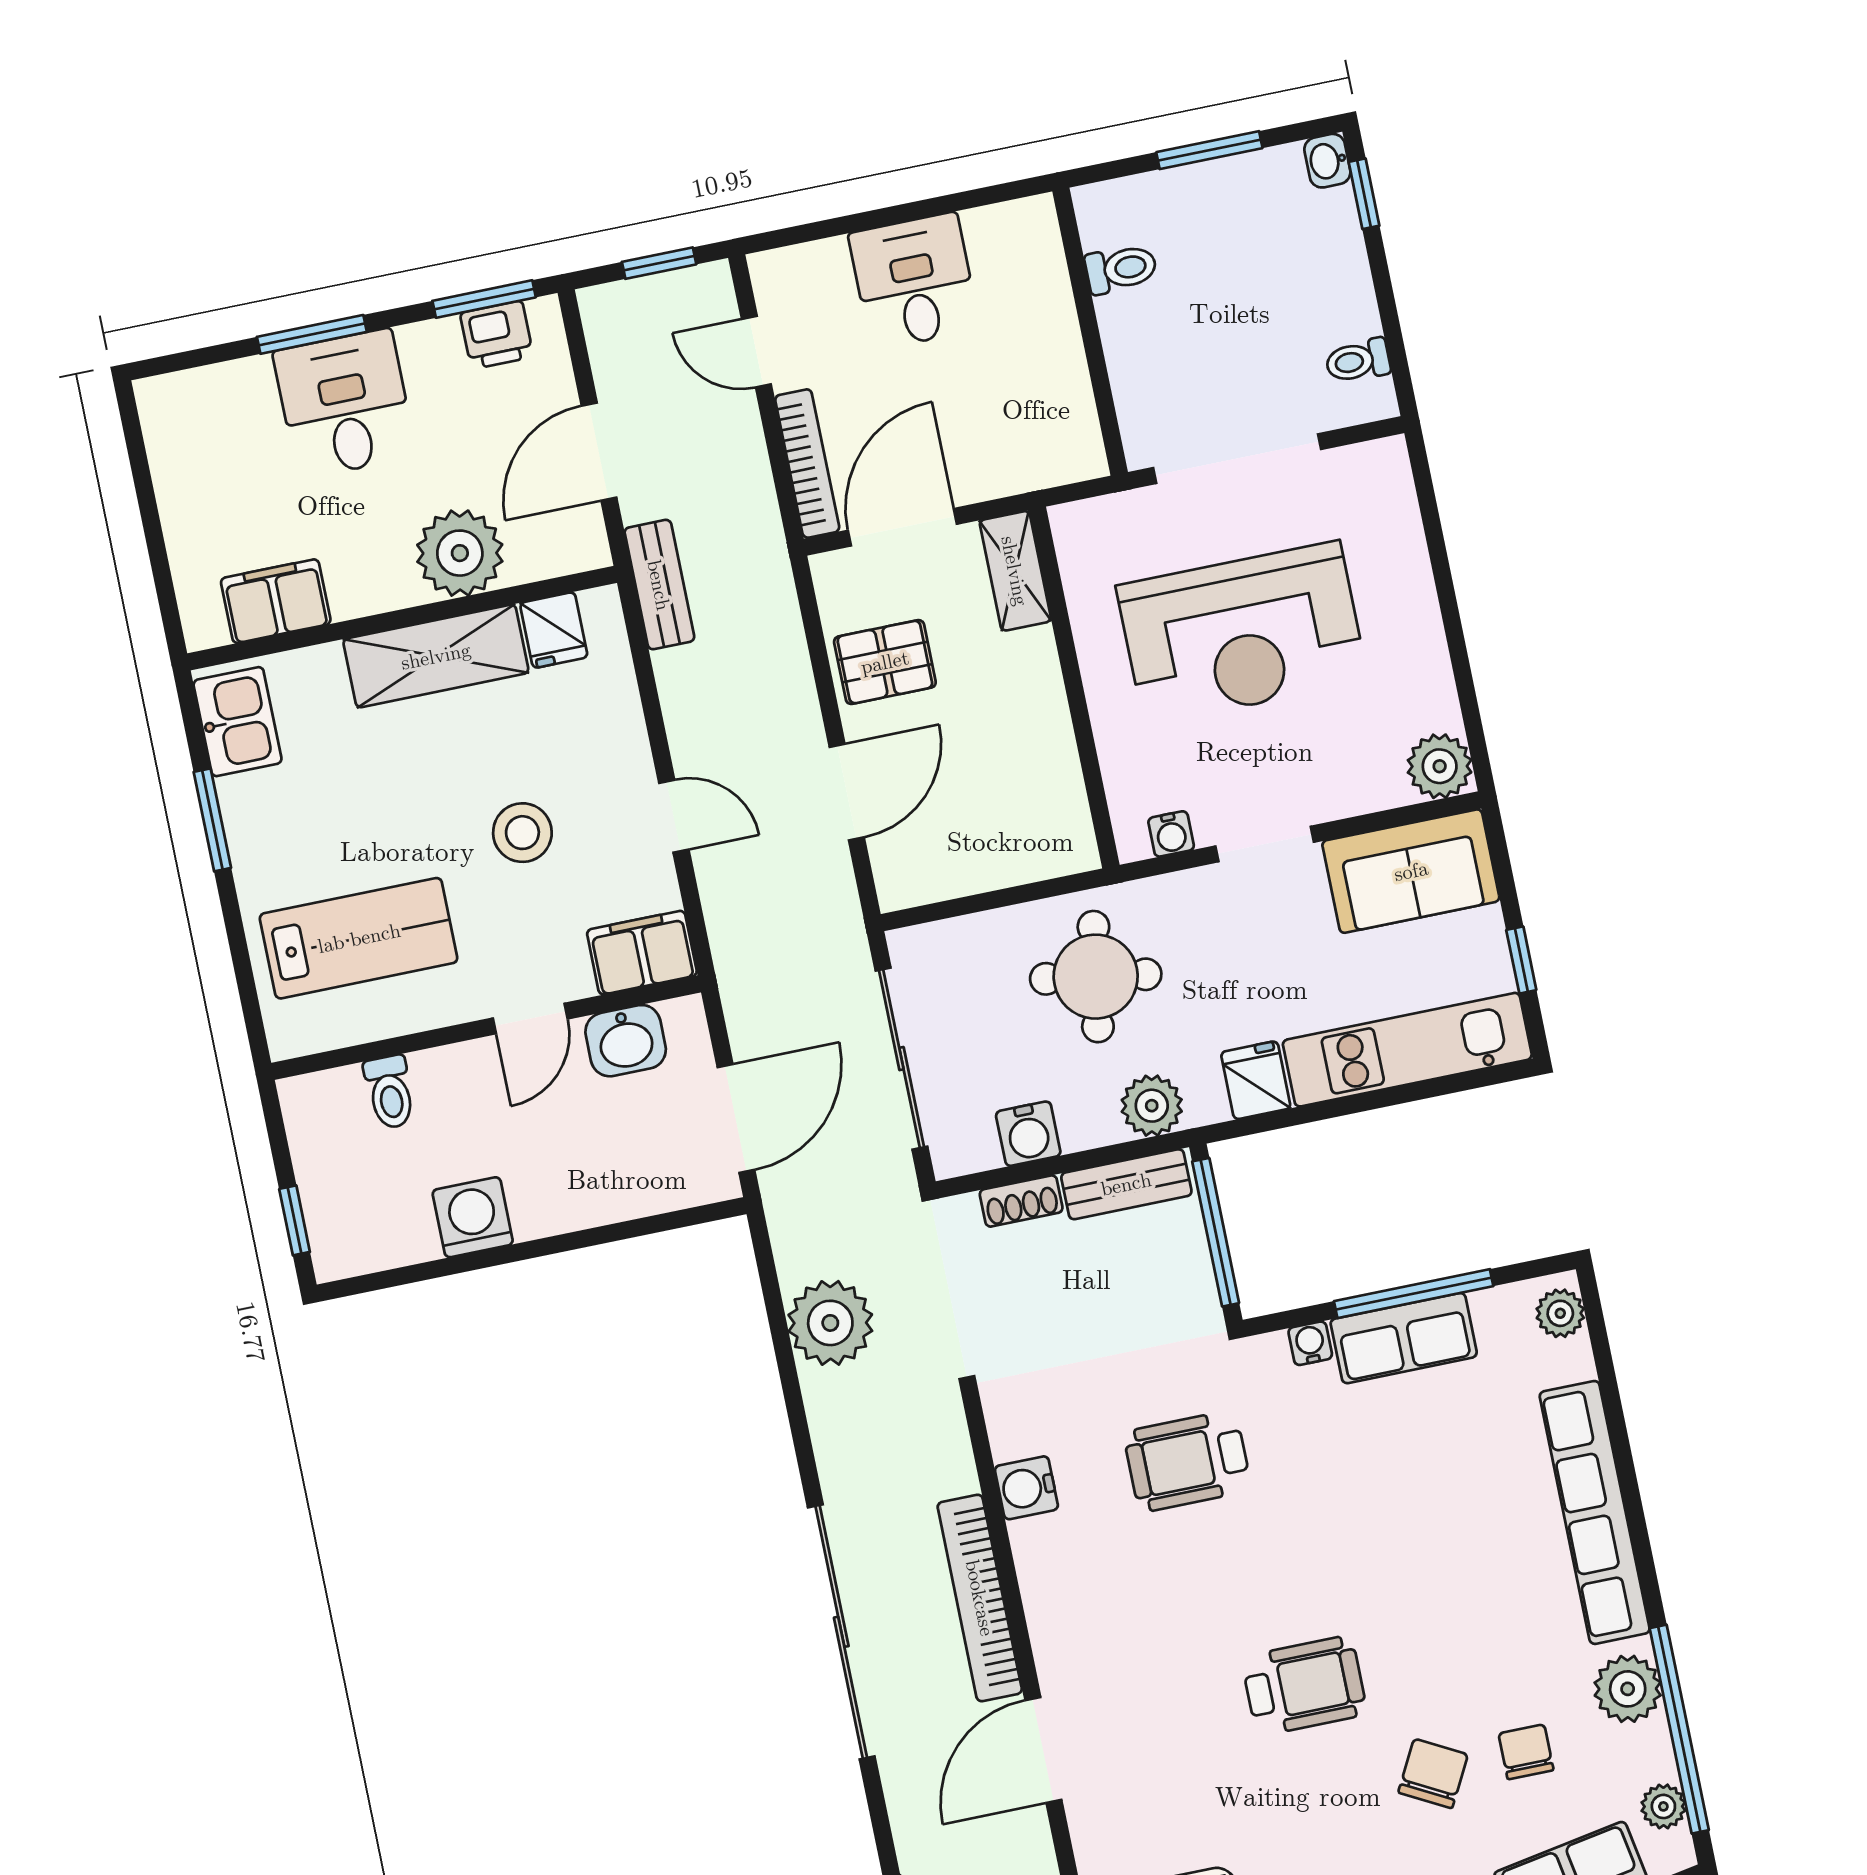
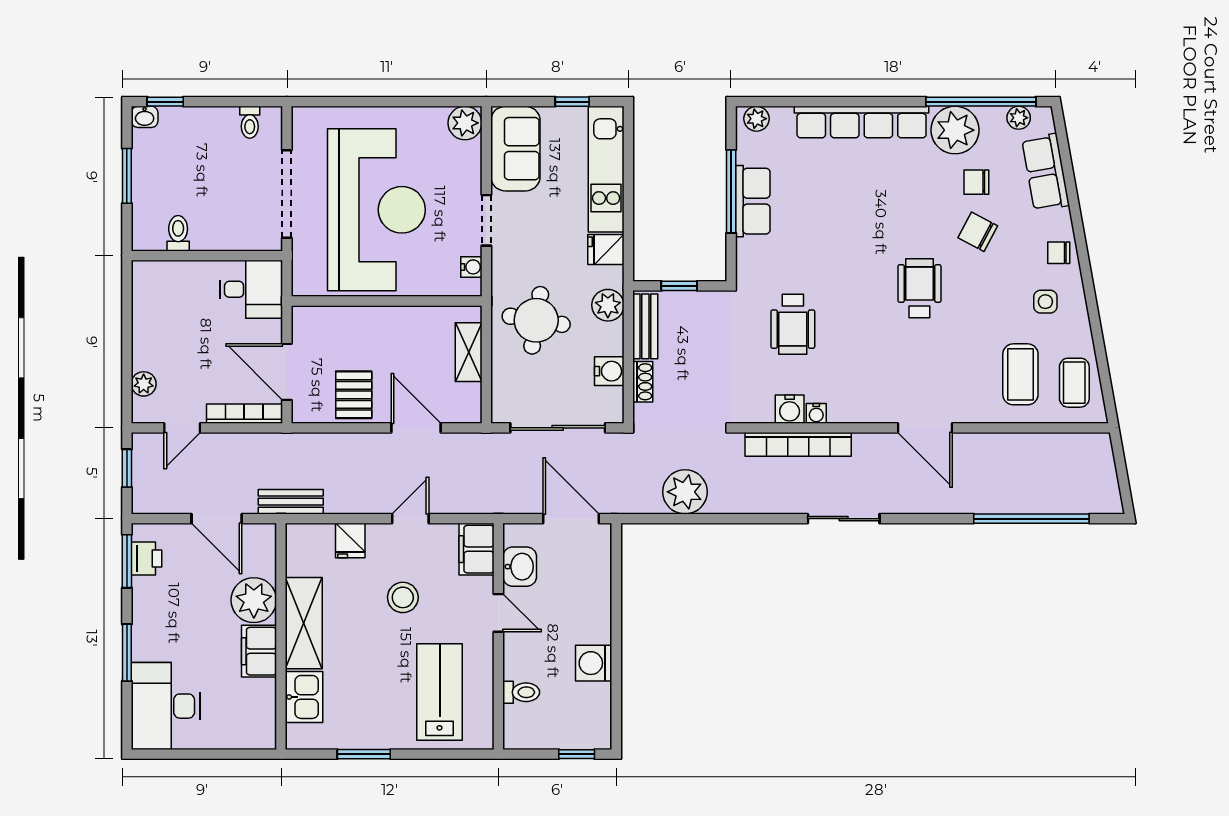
plant: (824, 262) -> (144, 384), added
desk: (914, 281) -> (251, 289), moved, turned 180
desk: (345, 404) -> (166, 706), moved, width x1.37
shelving: (1015, 571) -> (469, 352), moved, turned 90
filing cabinet: (276, 601) -> (259, 651), moved
fridge: (554, 630) -> (350, 541), moved, turned 90
reception desk: (1242, 633) -> (376, 210), width x1.36, depth x1.30
kitchen sink: (238, 722) -> (304, 697), moved, turned 90
window: (1216, 1232) -> (679, 286), width x0.46
water cooler: (1310, 1343) -> (816, 413), moved, turned -90
bookcase: (980, 1598) -> (798, 444), moved
sliding door: (841, 1632) -> (844, 519), width x0.54
plant: (1628, 1689) -> (955, 130), width x1.36, depth x1.36

